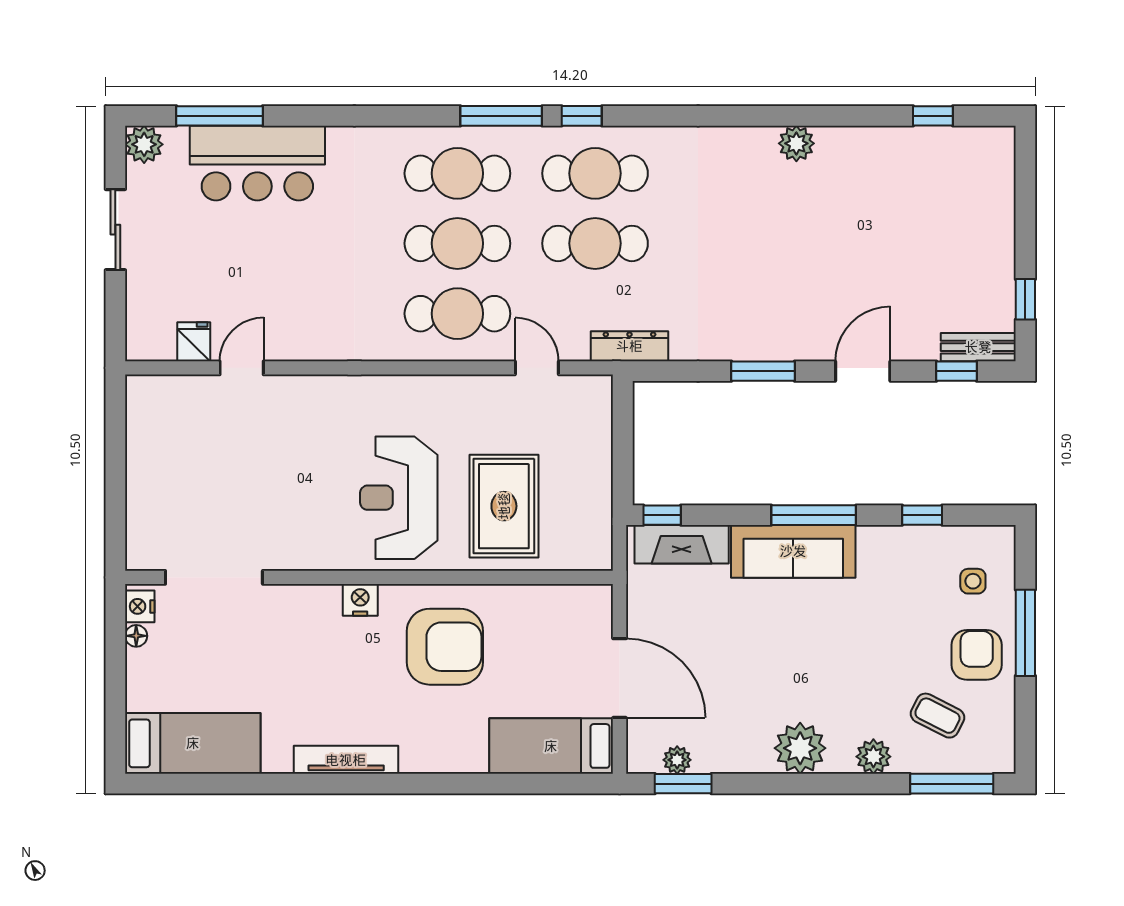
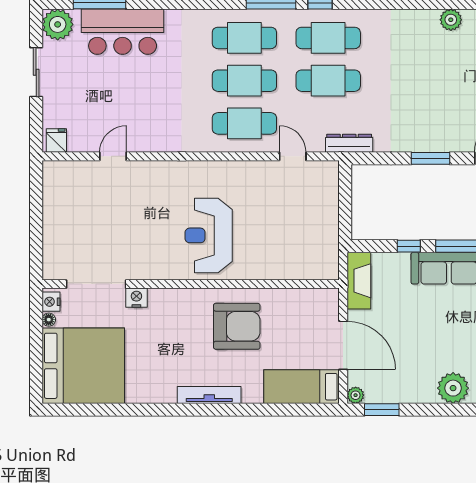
plant: (144, 144) -> (58, 24), width x1.36, depth x1.36
fridge: (194, 342) -> (56, 141), moved
rug: (504, 506) -> (273, 241), removed
window: (662, 515) -> (409, 246), moved
fireplace: (682, 544) -> (359, 281), moved, turned -90
nightstand: (360, 600) -> (136, 298), moved
bed: (193, 743) -> (83, 366), width x2.04
tv unit: (346, 760) -> (209, 395), moved
plant: (677, 760) -> (356, 395), moved

